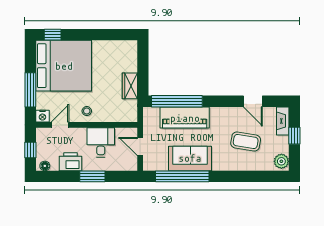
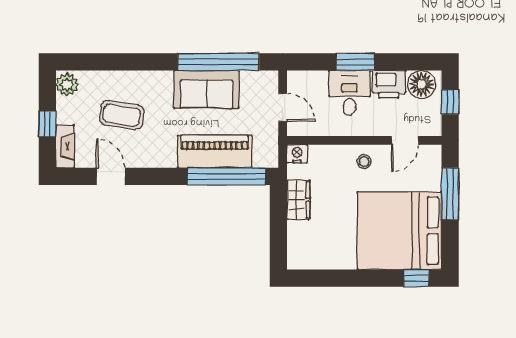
nightstand: (42, 116) -> (297, 154), moved
desk: (101, 142) -> (349, 93), moved, turned 180
floor lamp: (45, 166) -> (421, 84), width x1.89, depth x1.89

